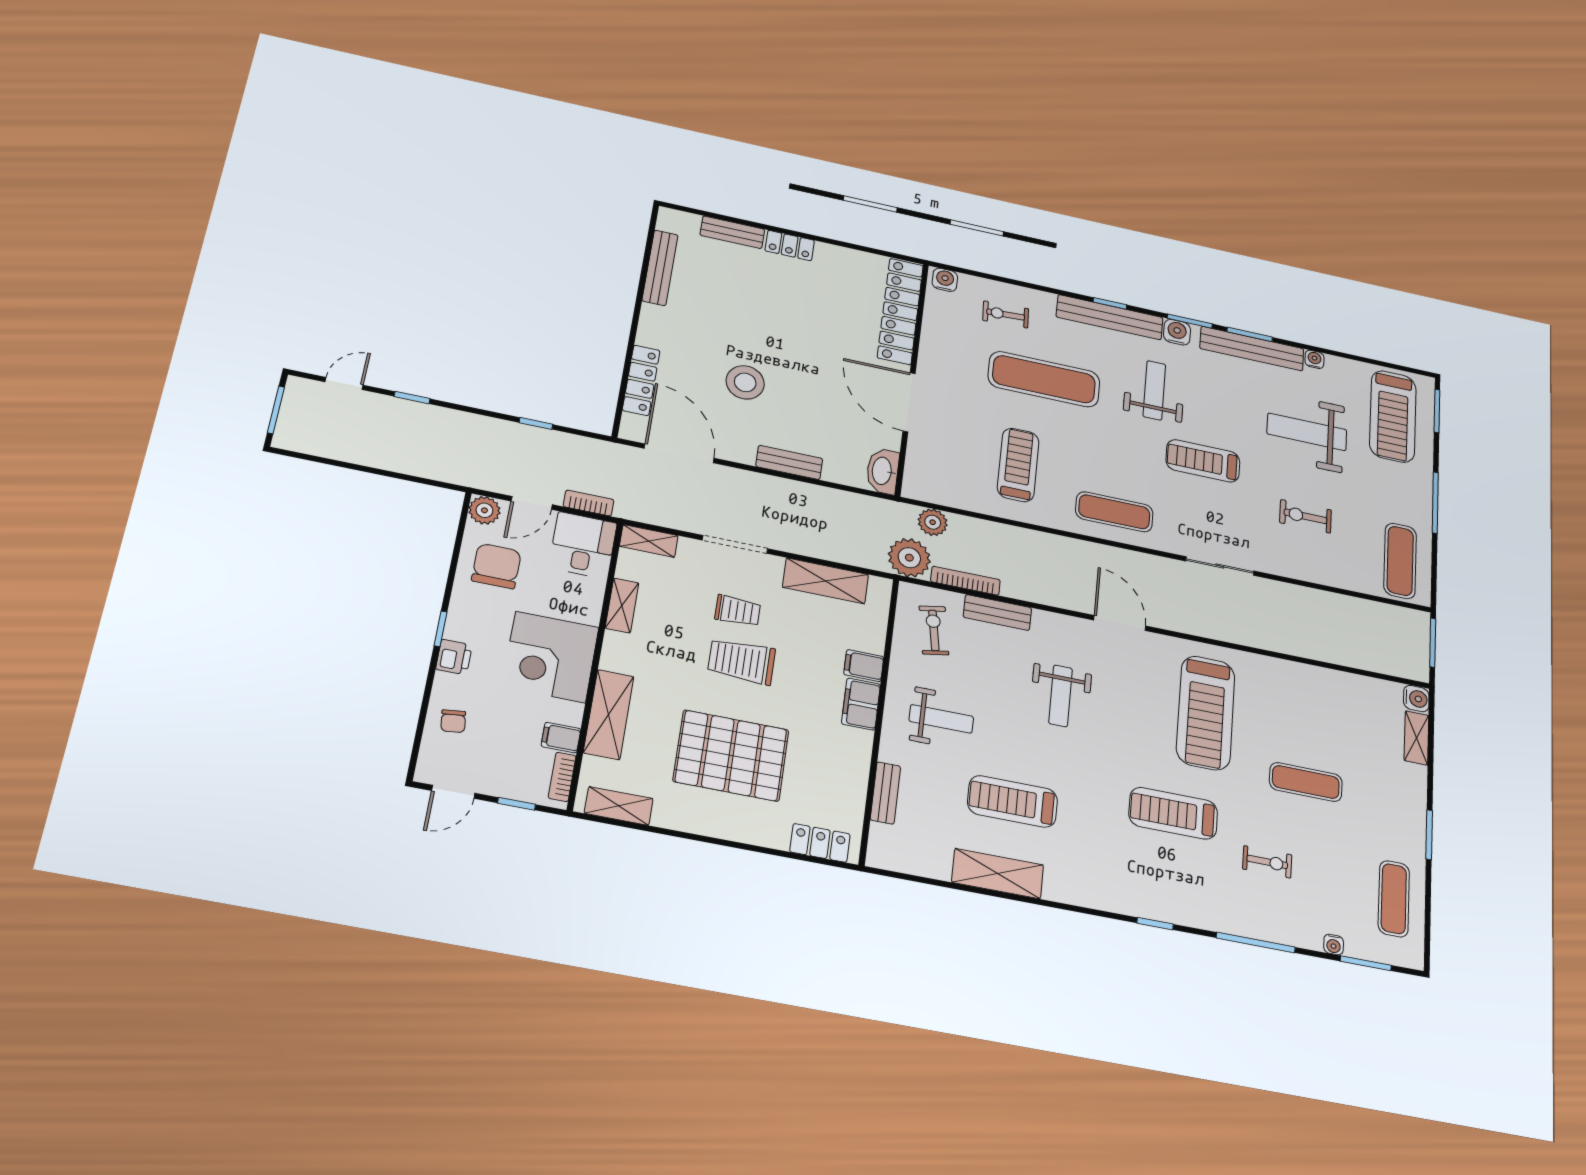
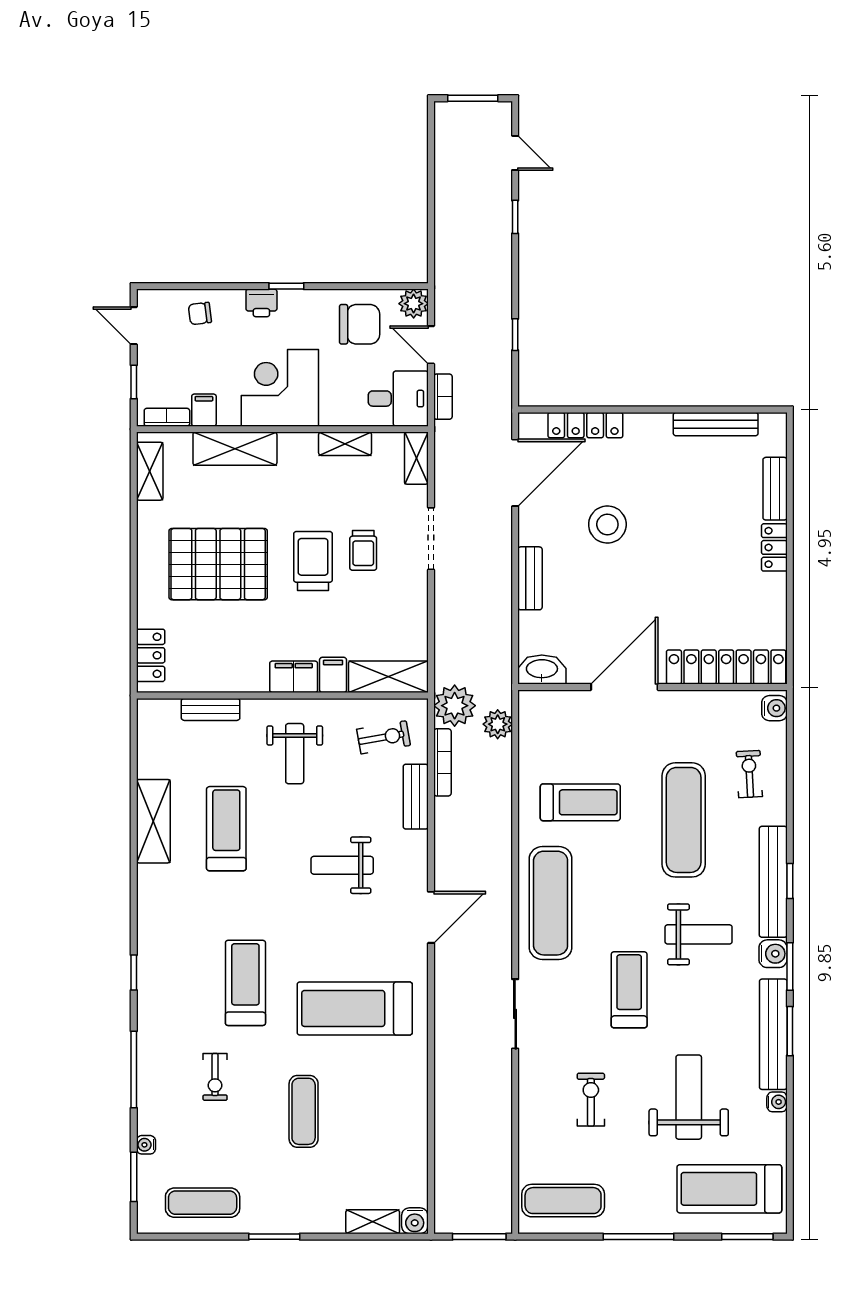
exercise mat: (1114, 512) -> (551, 903), width x1.36, depth x1.45
shelving: (825, 581) -> (388, 677), moved, turned 90
pallet: (731, 756) -> (218, 564), turned 90

